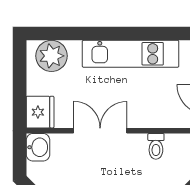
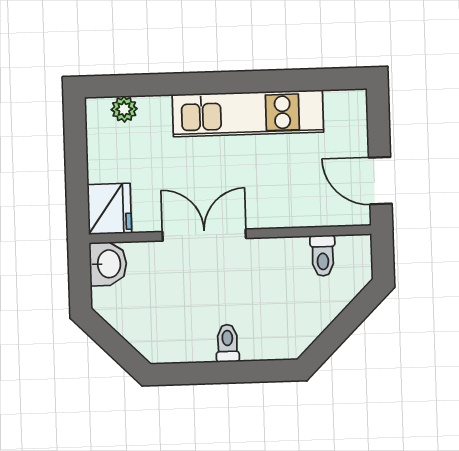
plant: (51, 56) -> (124, 109), width x0.53, depth x0.53
toilet: (156, 146) -> (323, 256), moved

